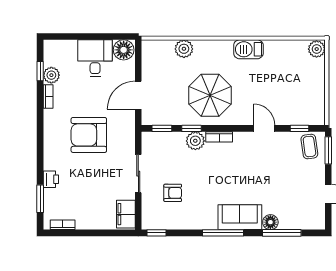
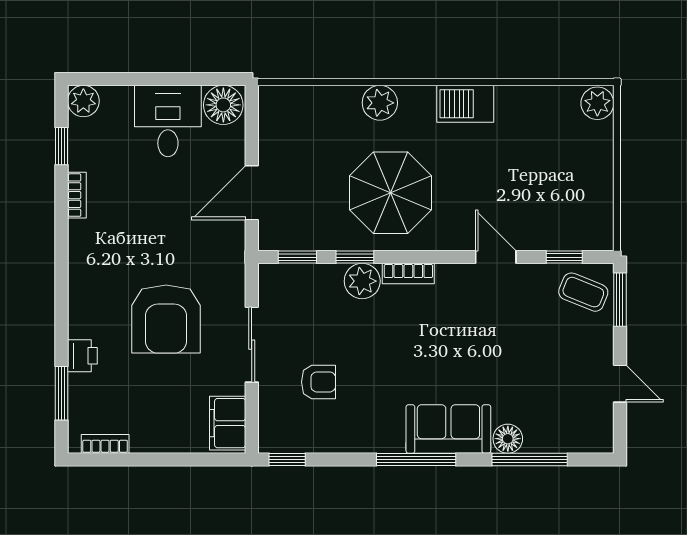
plant: (184, 49) -> (380, 103), moved
plant: (51, 75) -> (83, 101), moved
armchair: (89, 135) -> (166, 319), moved, turned -90
coffee table: (309, 146) -> (583, 292), turned -60

